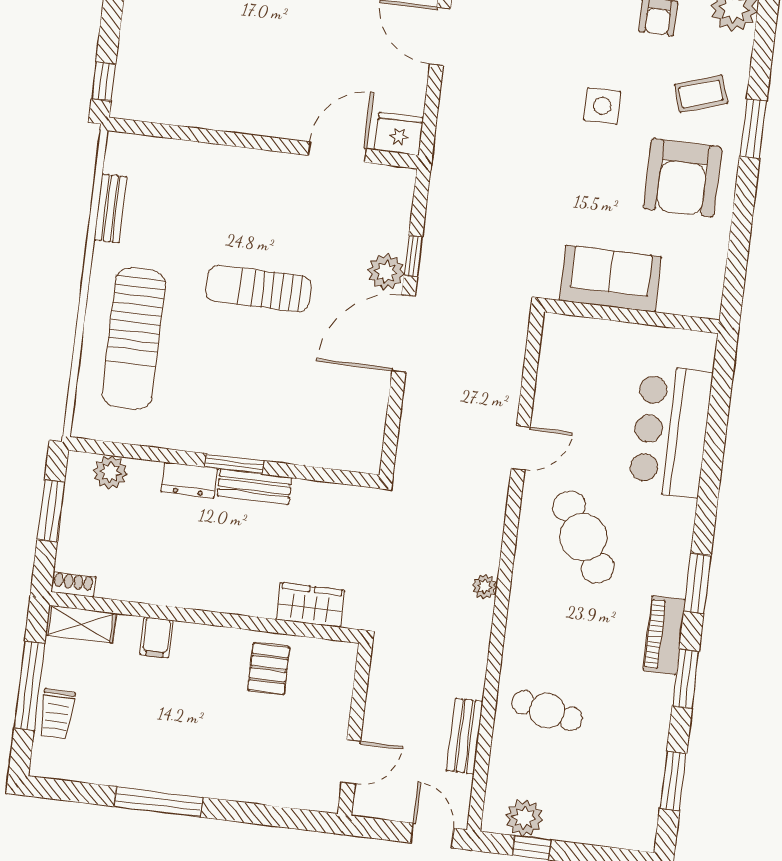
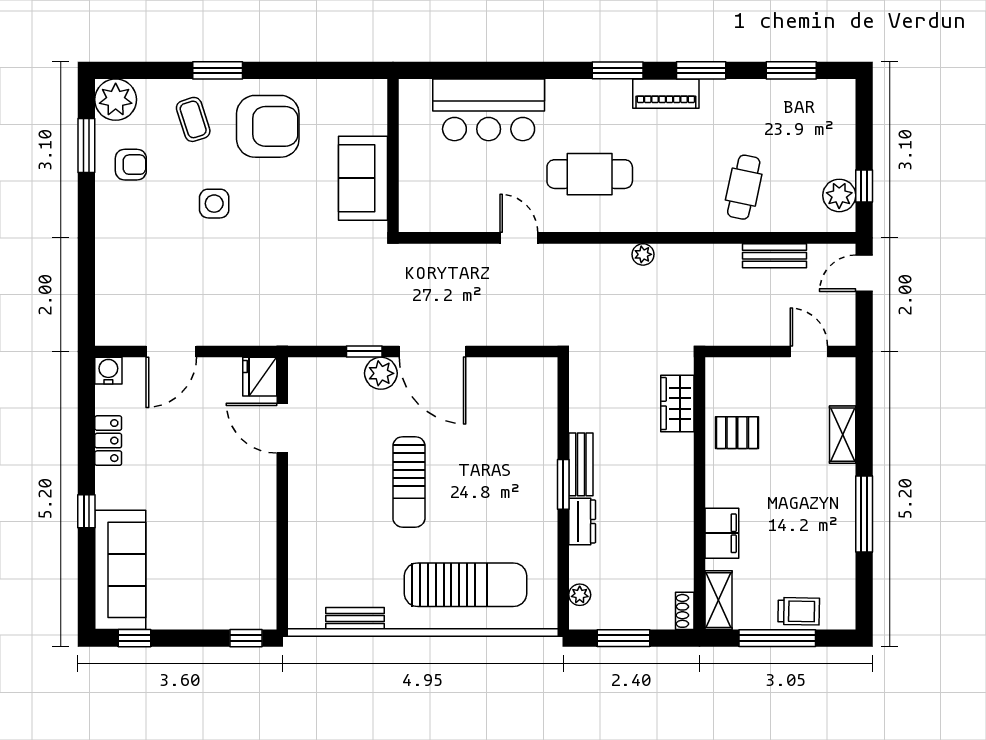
plant: (110, 472) -> (580, 595), width x0.73, depth x0.73
cafe table: (583, 537) -> (590, 174), turned 32
filing cabinet: (156, 637) -> (722, 533), width x2.00
shelving: (252, 789) -> (843, 435), added

